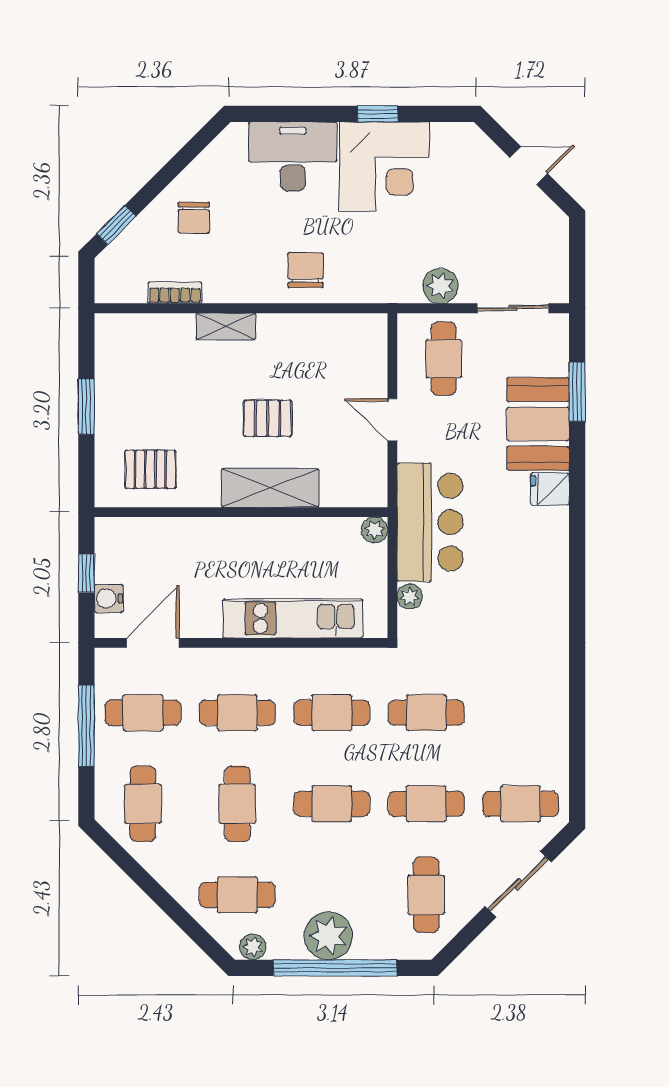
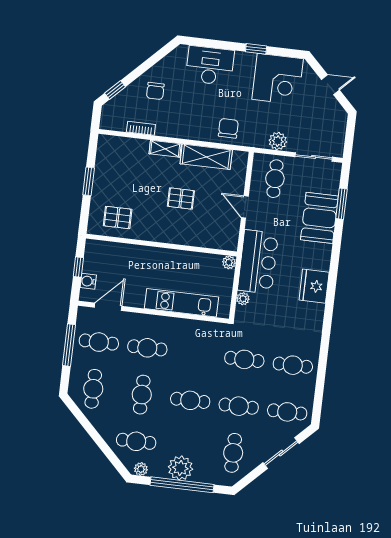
corner desk: (384, 167) -> (278, 79), moved
chair: (305, 270) -> (228, 128), moved
shelving: (270, 488) -> (206, 157), moved
fridge: (550, 489) -> (314, 286), moved, width x1.88, depth x1.34
cafe table: (332, 713) -> (293, 365), moved

